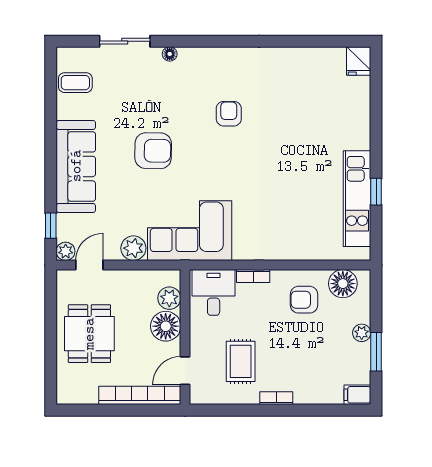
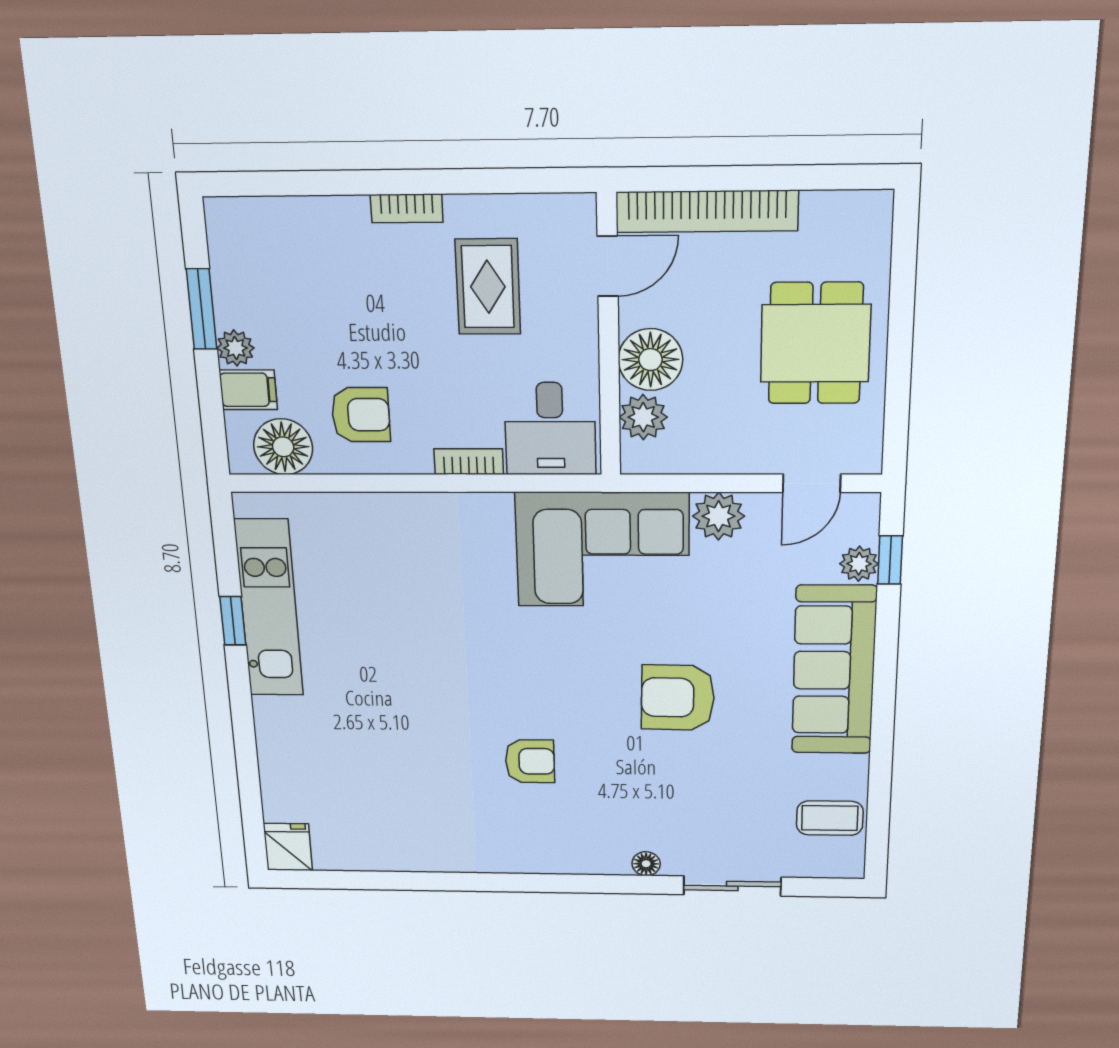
armchair: (229, 114) -> (530, 761), turned -90
plant: (66, 251) -> (859, 564), moved
filing cabinet: (357, 395) -> (248, 390), moved

